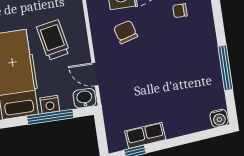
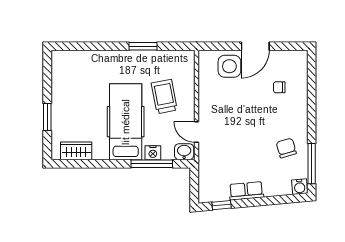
chair: (126, 32) -> (286, 148), moved
window: (225, 68) -> (312, 164), moved
row of seats: (145, 135) -> (246, 191), moved

